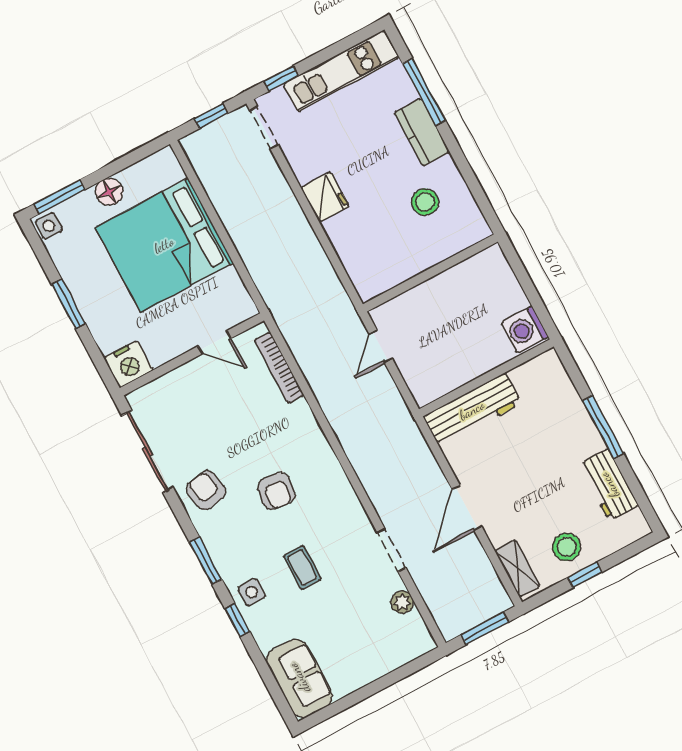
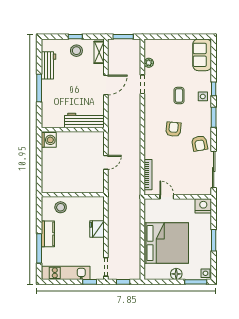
wall: (430, 273) -> (73, 195), moved

